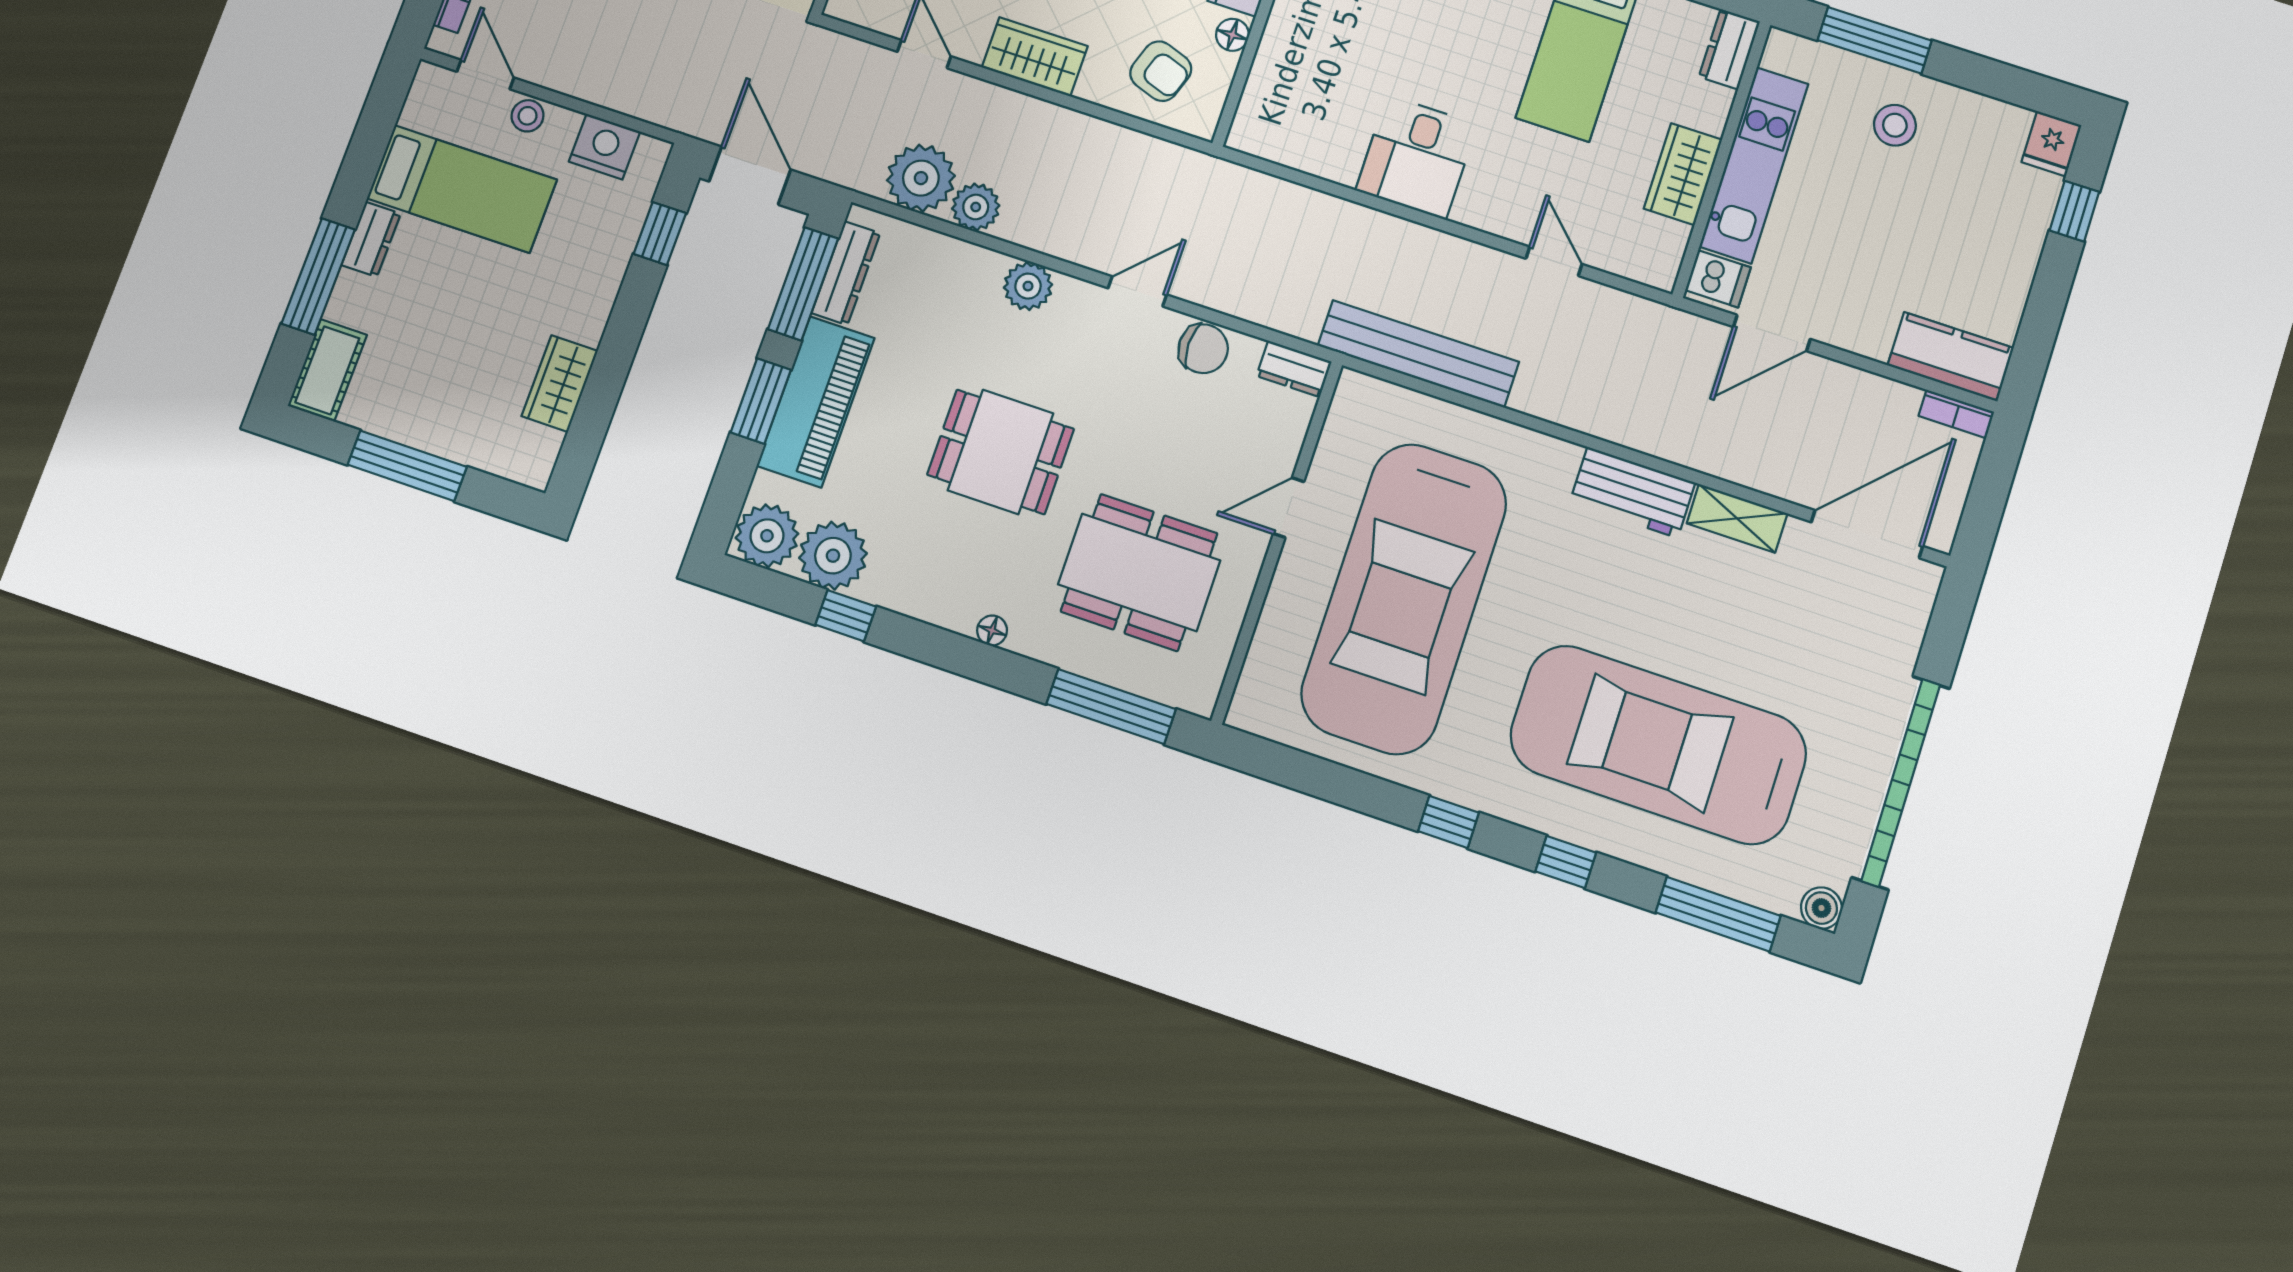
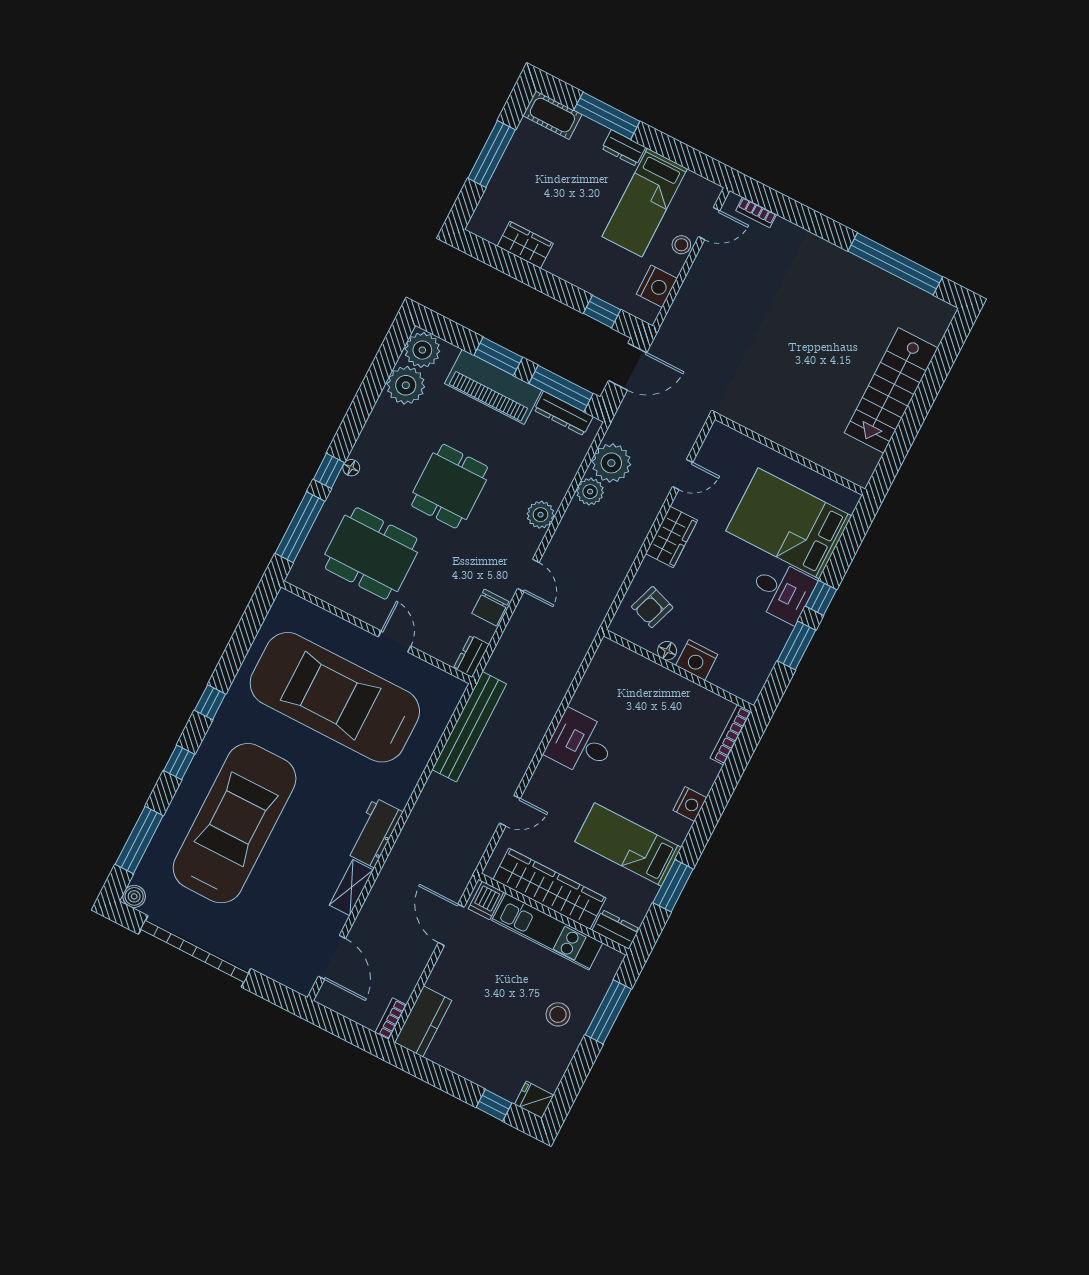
wardrobe: (1683, 174) -> (549, 889), width x2.10, depth x1.17
door: (1867, 534) -> (332, 957), width x0.73
dining table: (1139, 572) -> (371, 553), turned 90
window: (846, 616) -> (329, 471), moved

